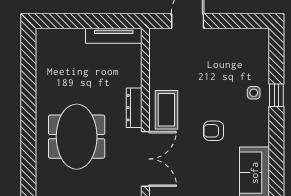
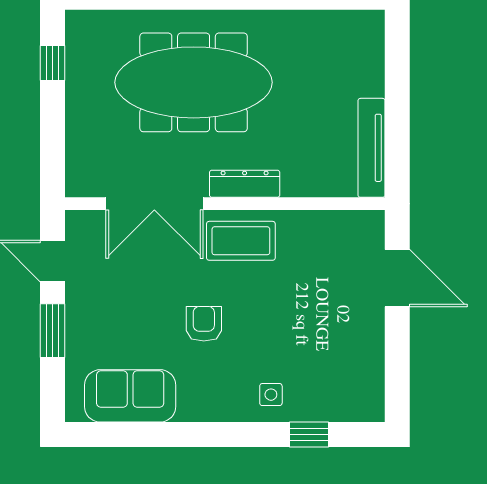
window: (276, 95) -> (309, 435), moved
meeting table: (77, 137) -> (194, 82), width x1.36

